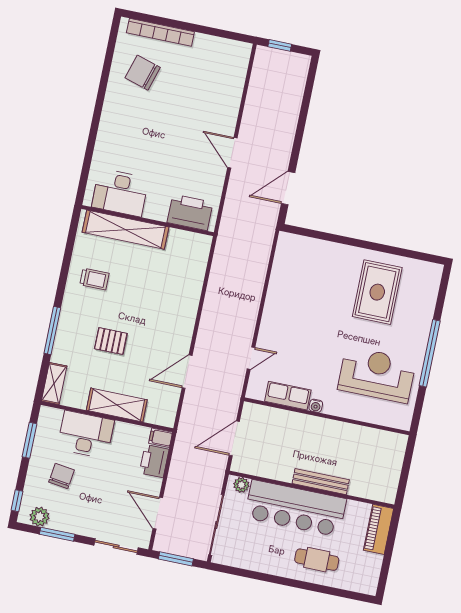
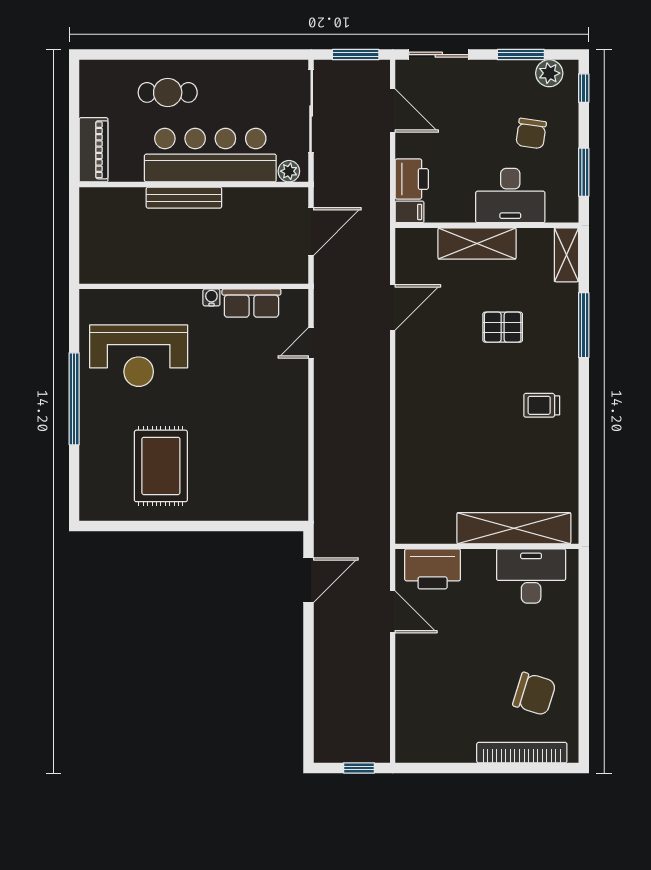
desk: (120, 193) -> (531, 576), moved
printer: (190, 212) -> (433, 569), moved
wall: (148, 221) -> (487, 546), moved
shelving: (126, 230) -> (514, 528), moved

